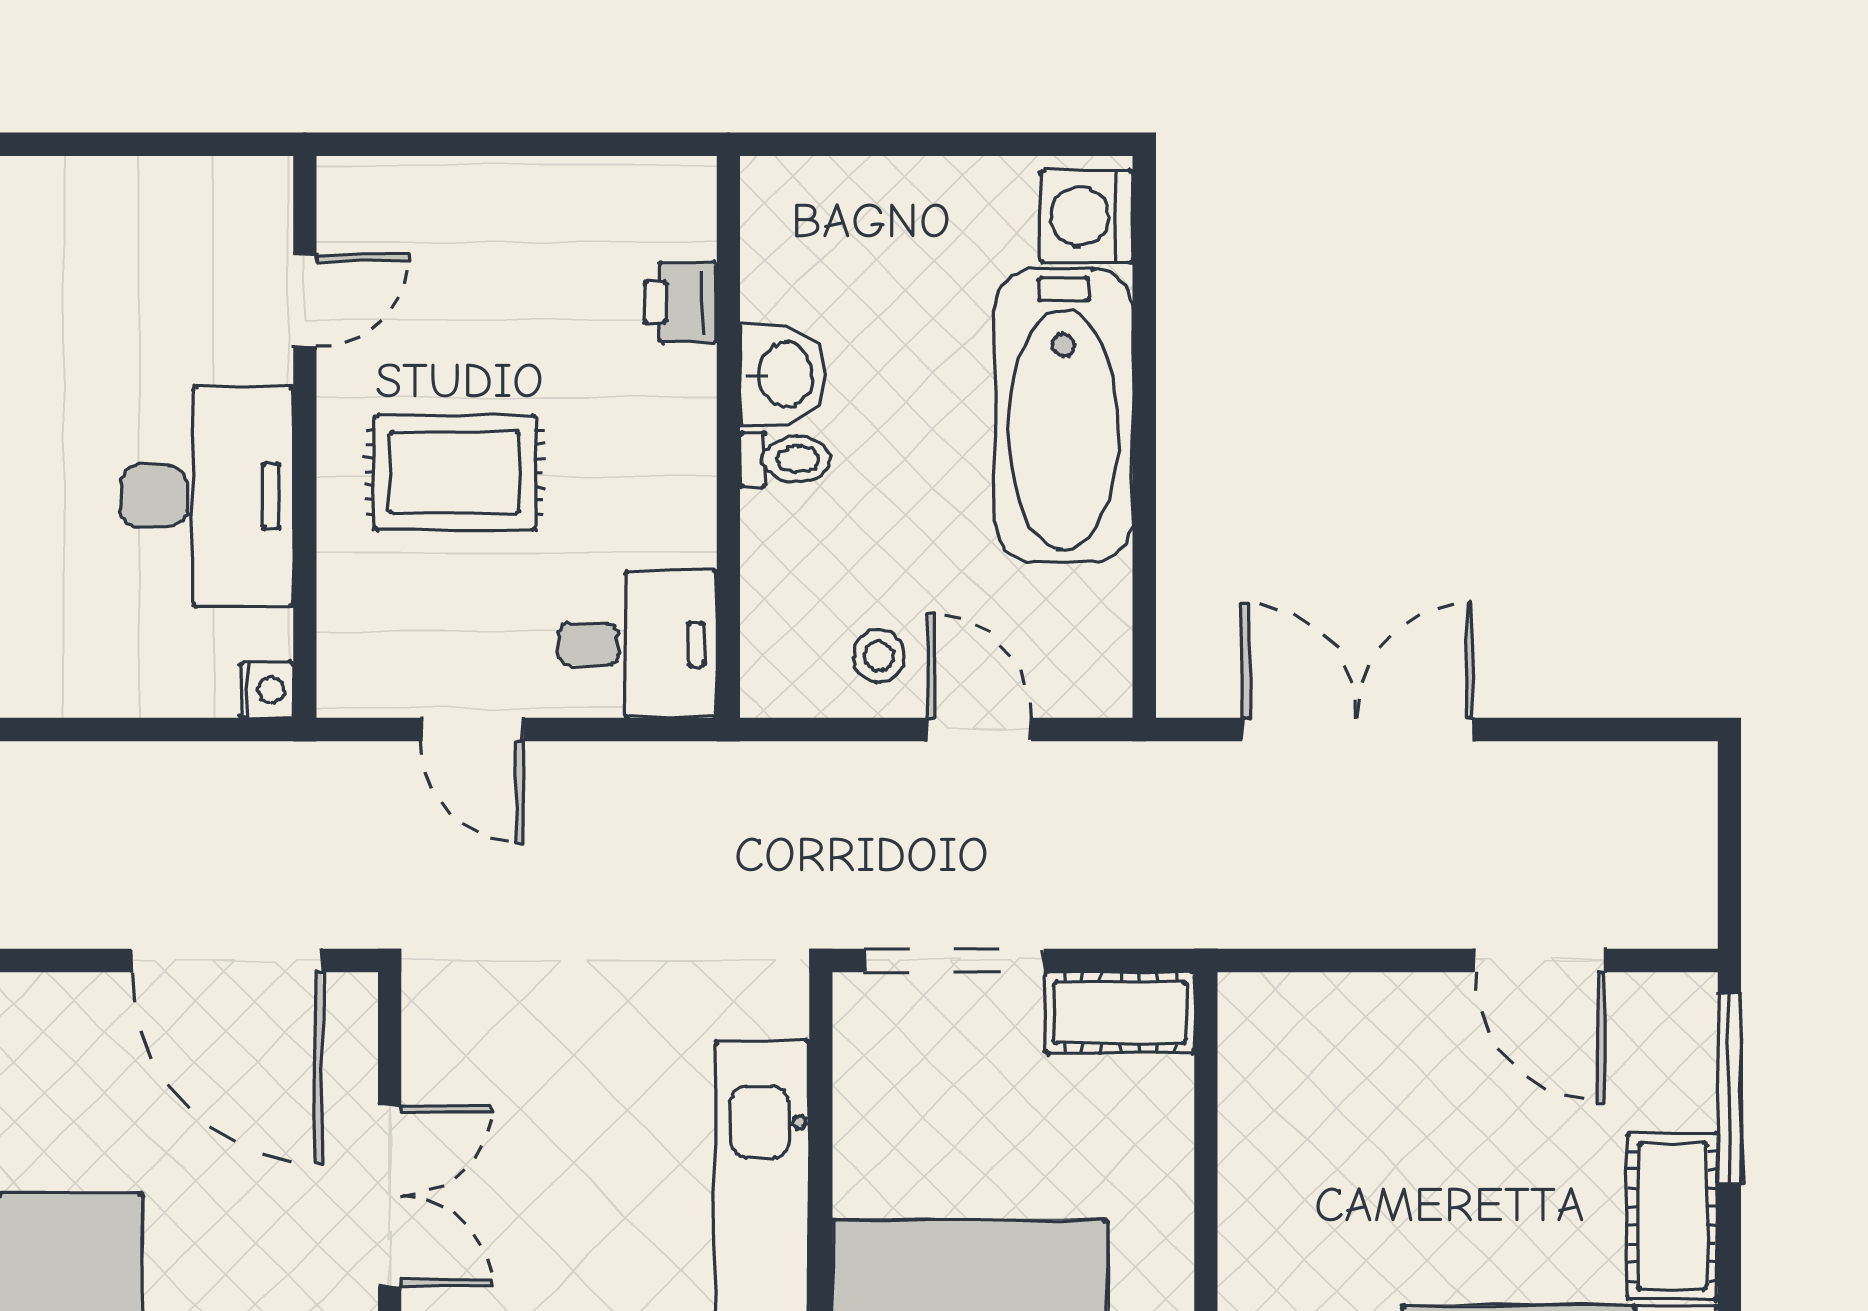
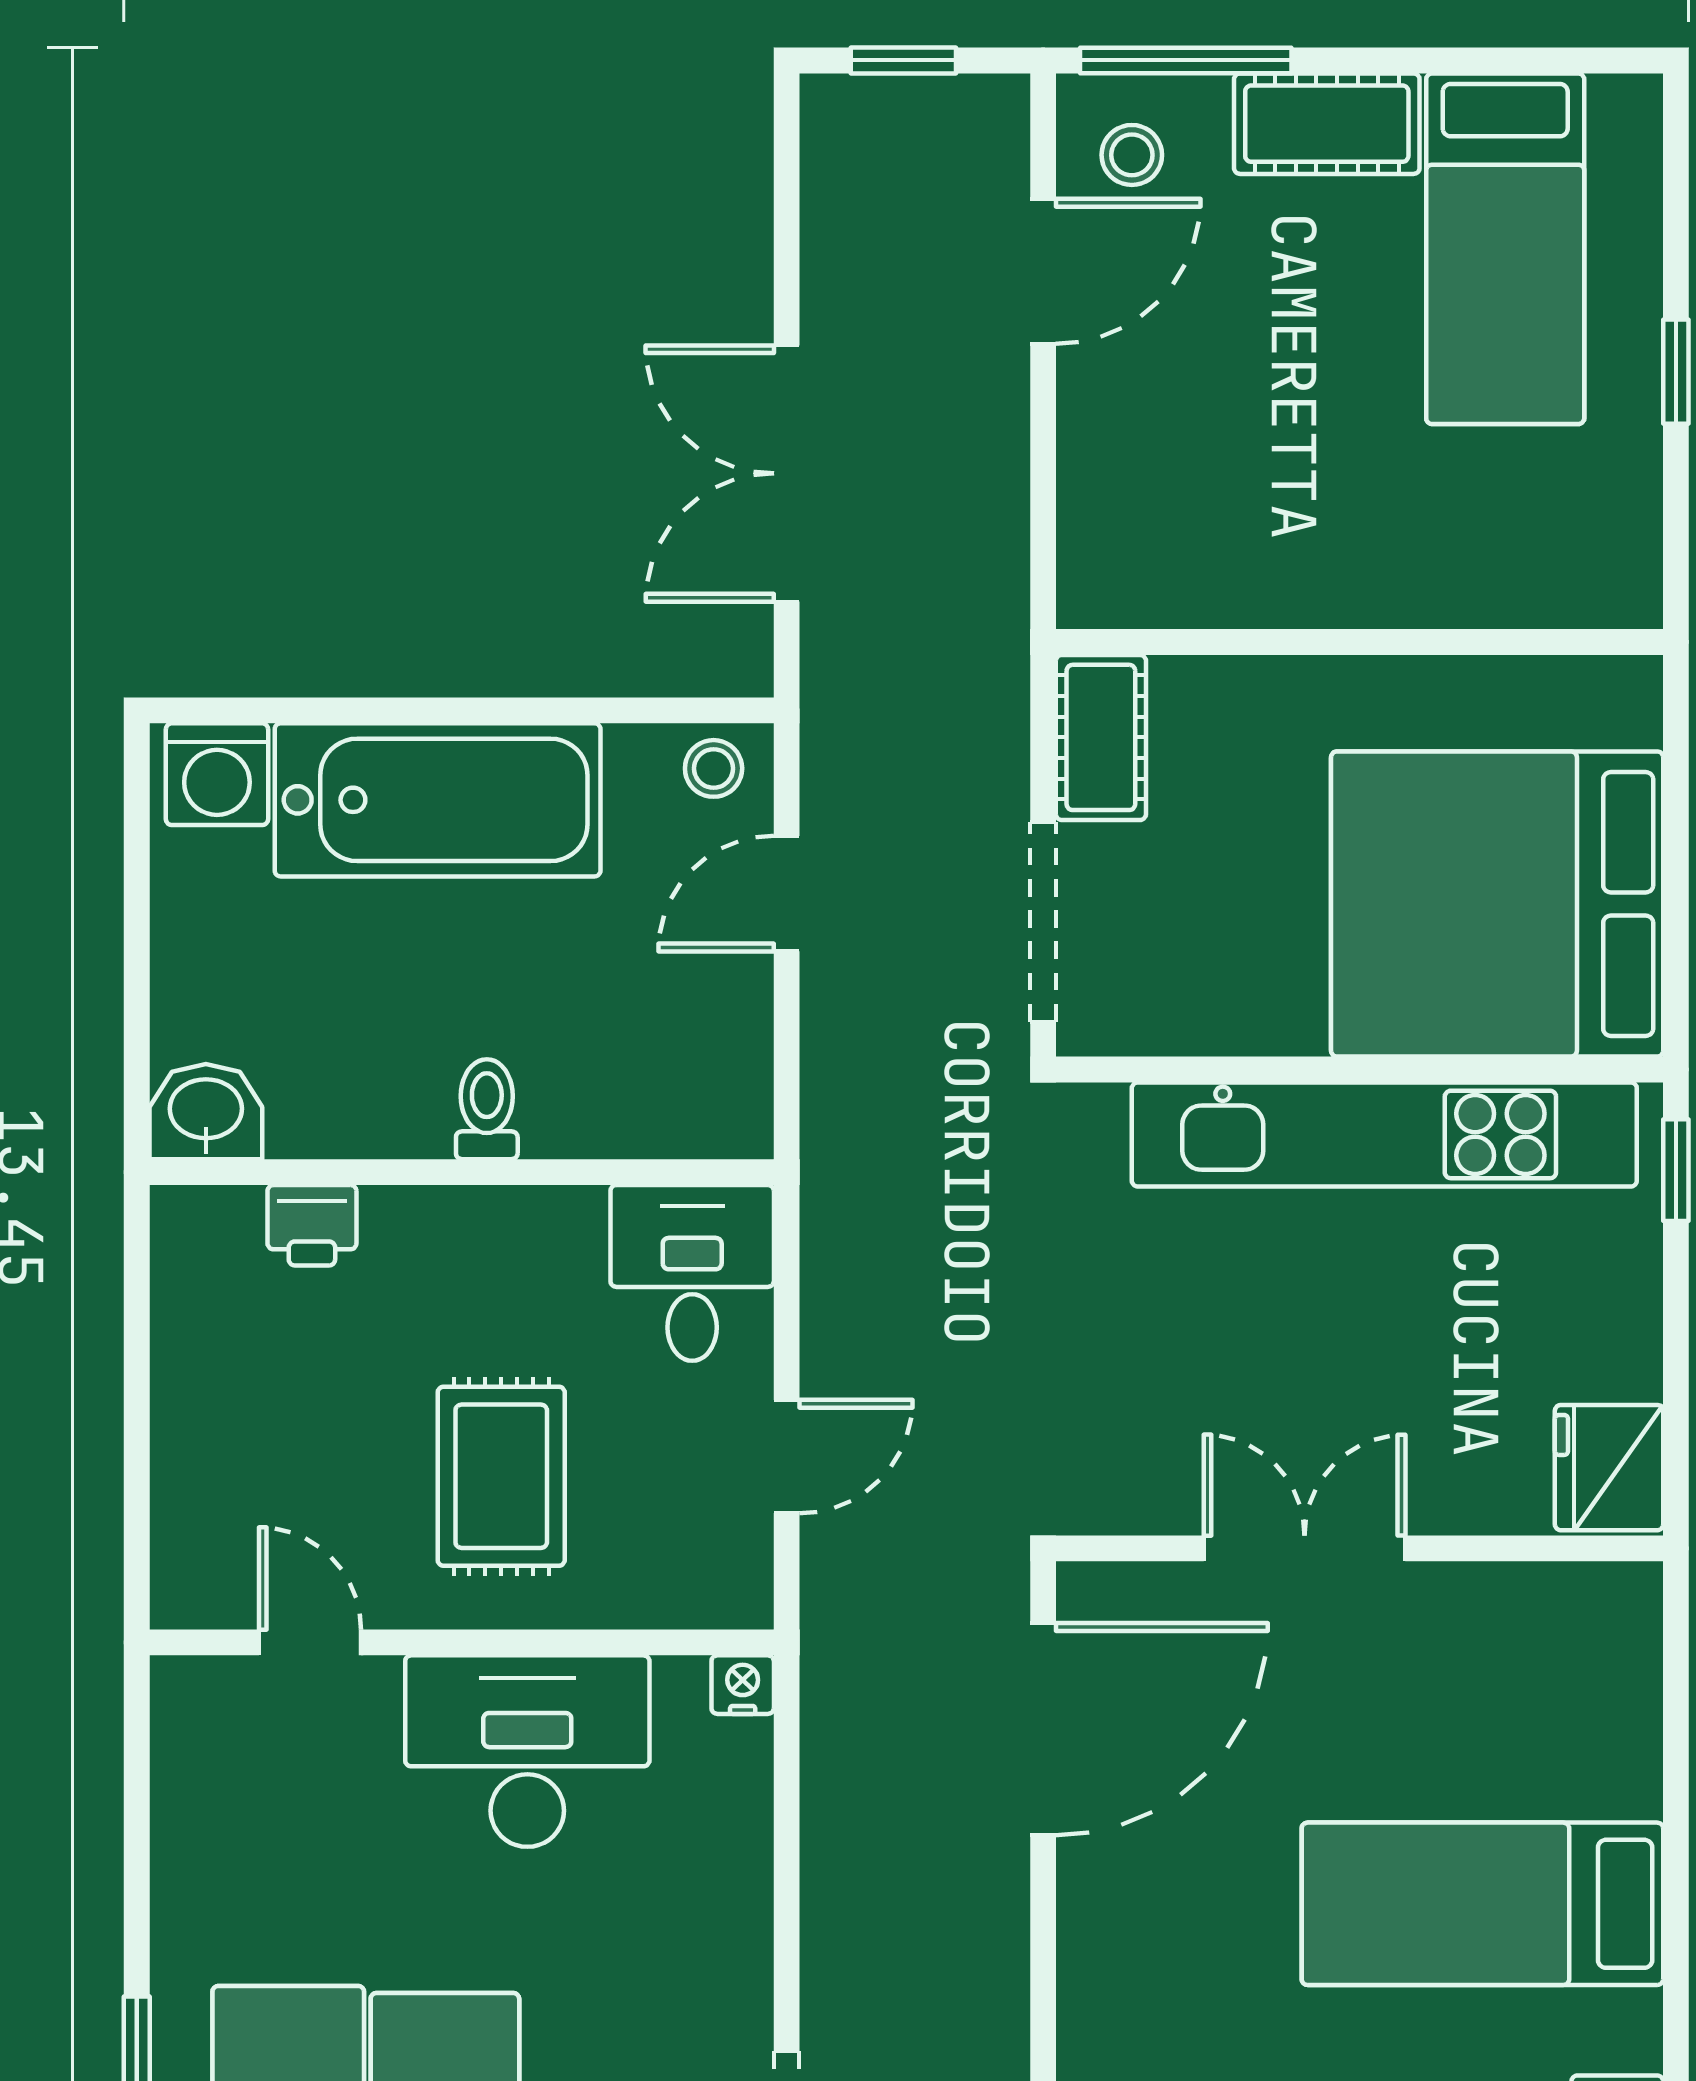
washbasin: (783, 375) -> (206, 1112), moved
stool: (879, 656) -> (714, 768), moved
window: (1729, 835) -> (903, 60), added
stool: (1644, 1040) -> (1132, 155), added

